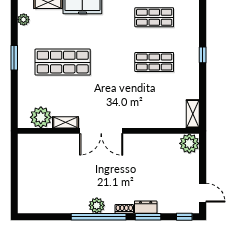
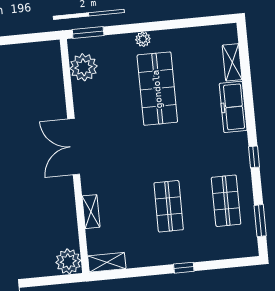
plant: (24, 20) -> (143, 39), moved
window: (14, 58) -> (88, 32), moved
shelving: (65, 122) -> (91, 212), moved

